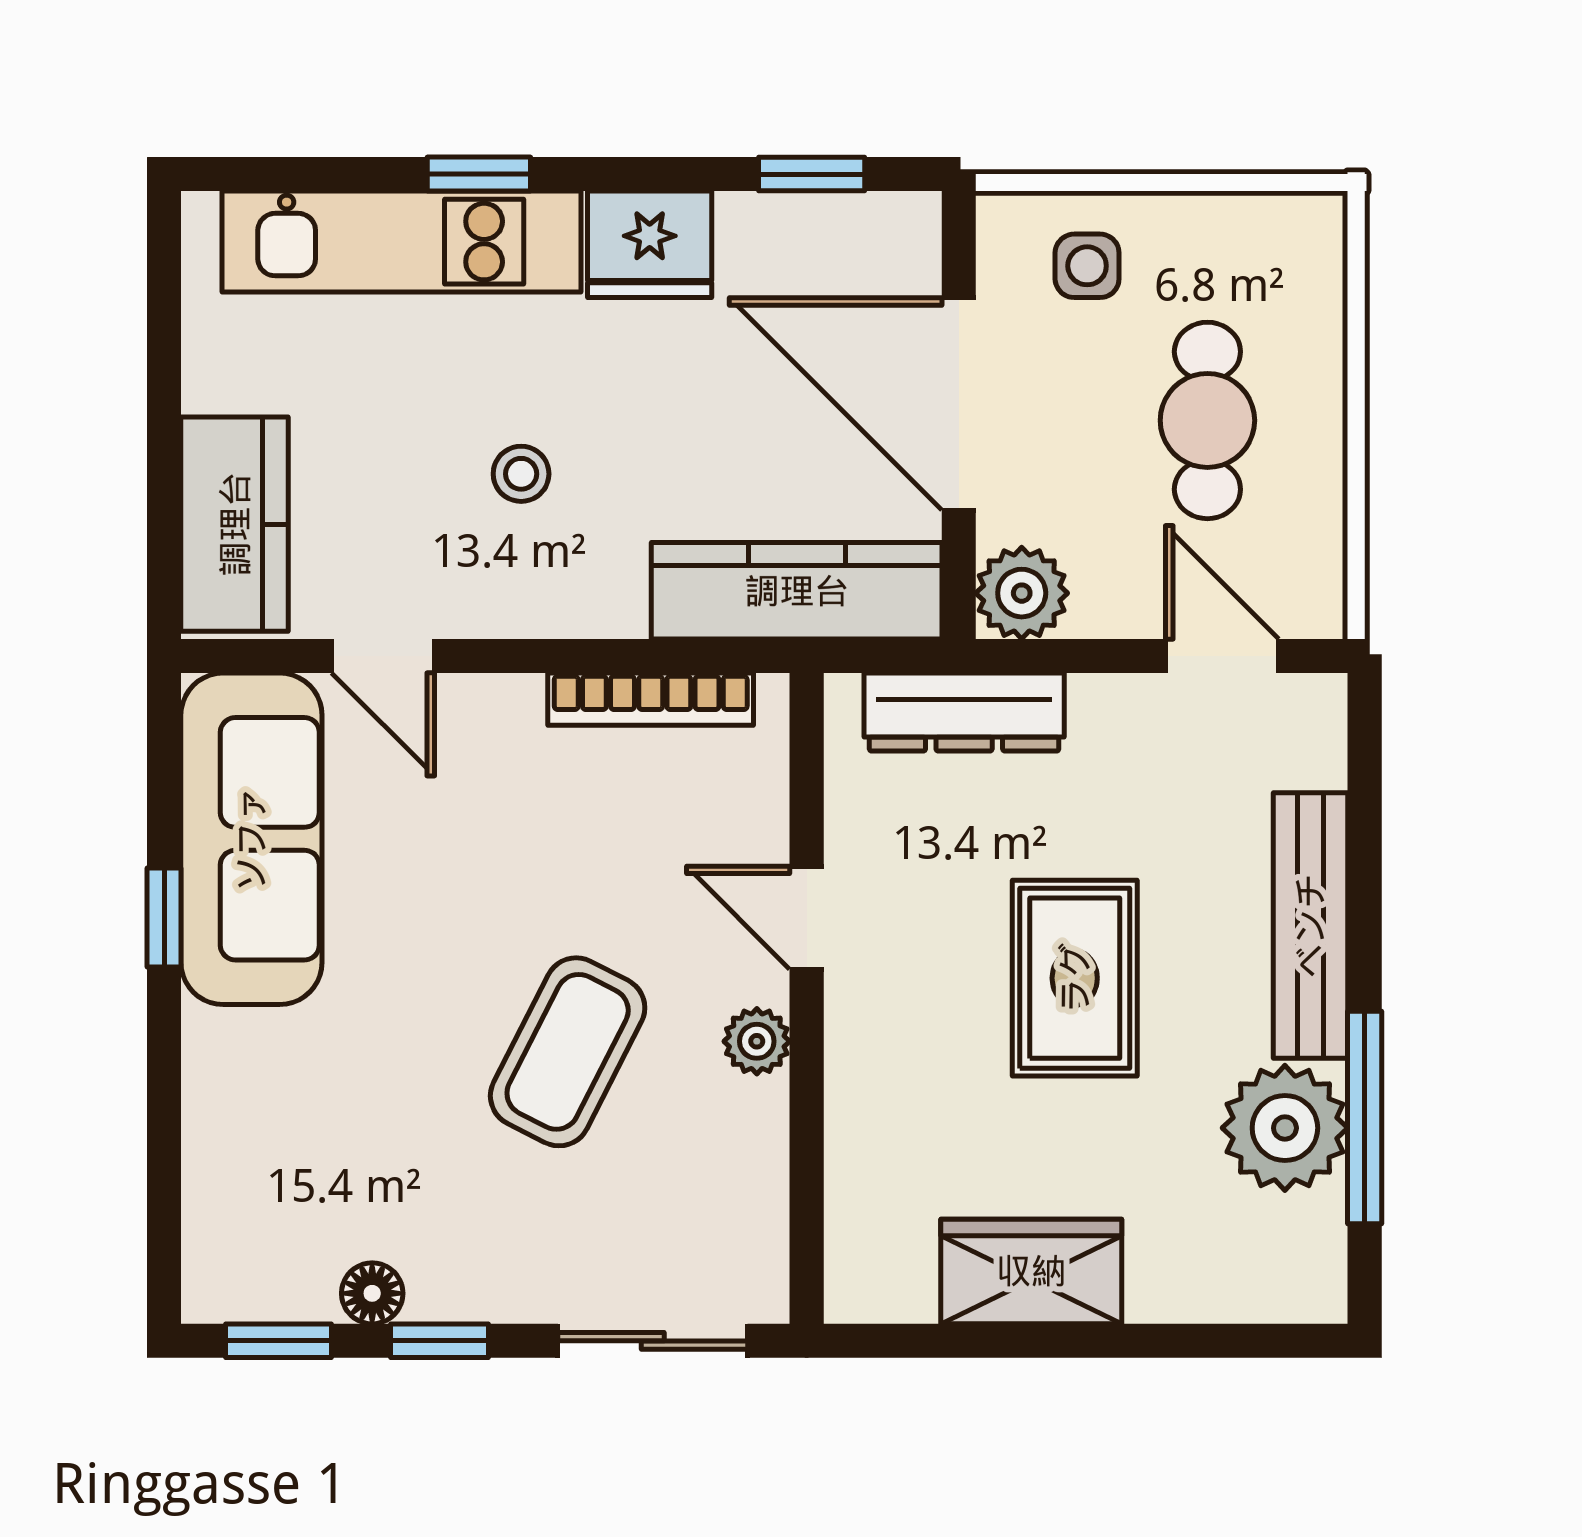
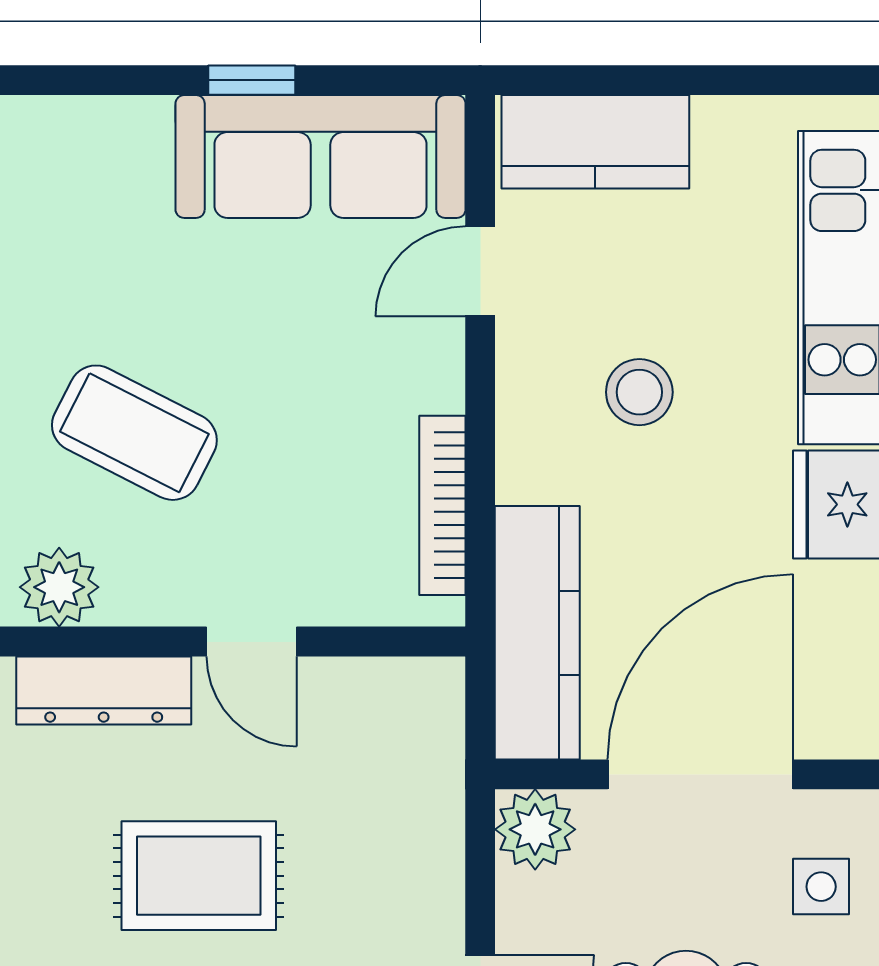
stool: (521, 474) -> (639, 392), width x1.37, depth x1.37
dresser: (964, 712) -> (104, 690), moved, turned -90
door: (807, 918) -> (252, 642), swing flipped
plant: (757, 1041) -> (59, 587), moved, width x1.38, depth x1.38

